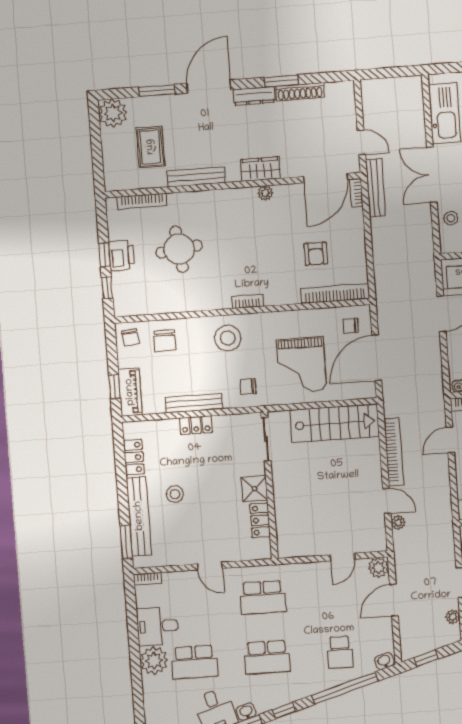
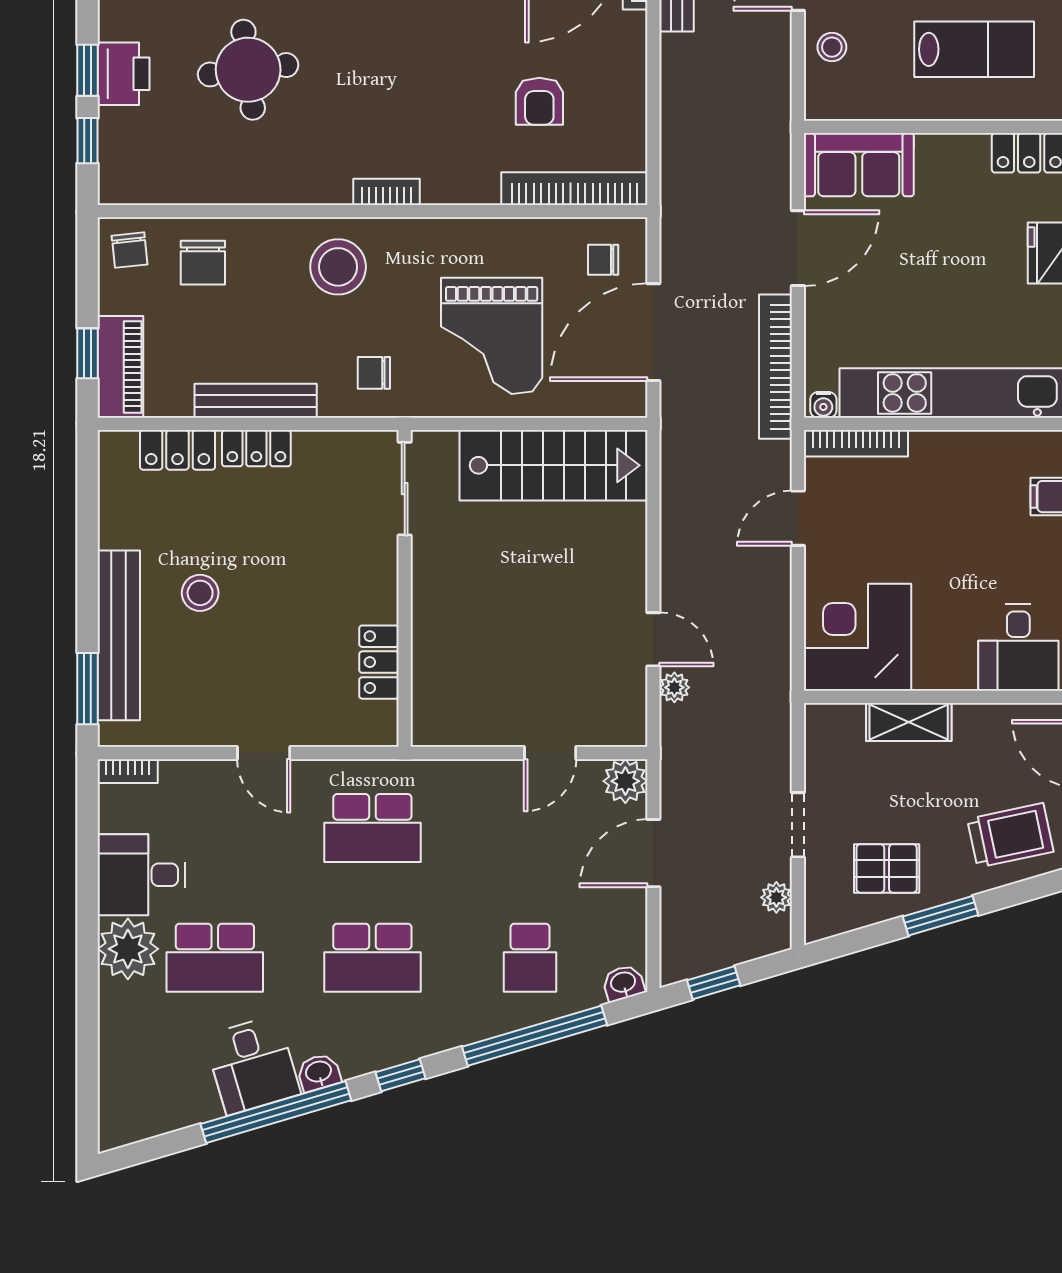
bookcase: (394, 452) -> (775, 367), moved, turned 180
locker: (134, 457) -> (178, 450), moved, turned 90
shower: (255, 489) -> (372, 593), removed

